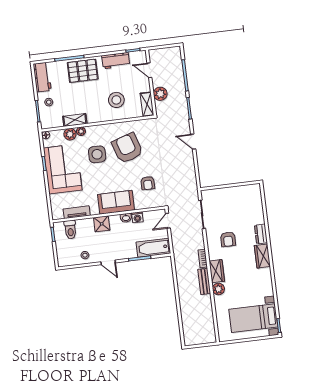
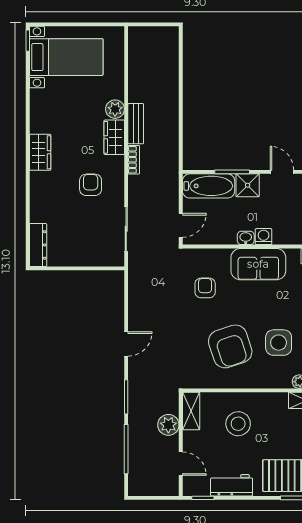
door: (193, 142) -> (126, 344), hinge flipped
washing machine: (137, 217) -> (264, 237), moved
shower: (102, 224) -> (248, 185), moved
dresser: (261, 234) -> (38, 245), moved, width x1.44

